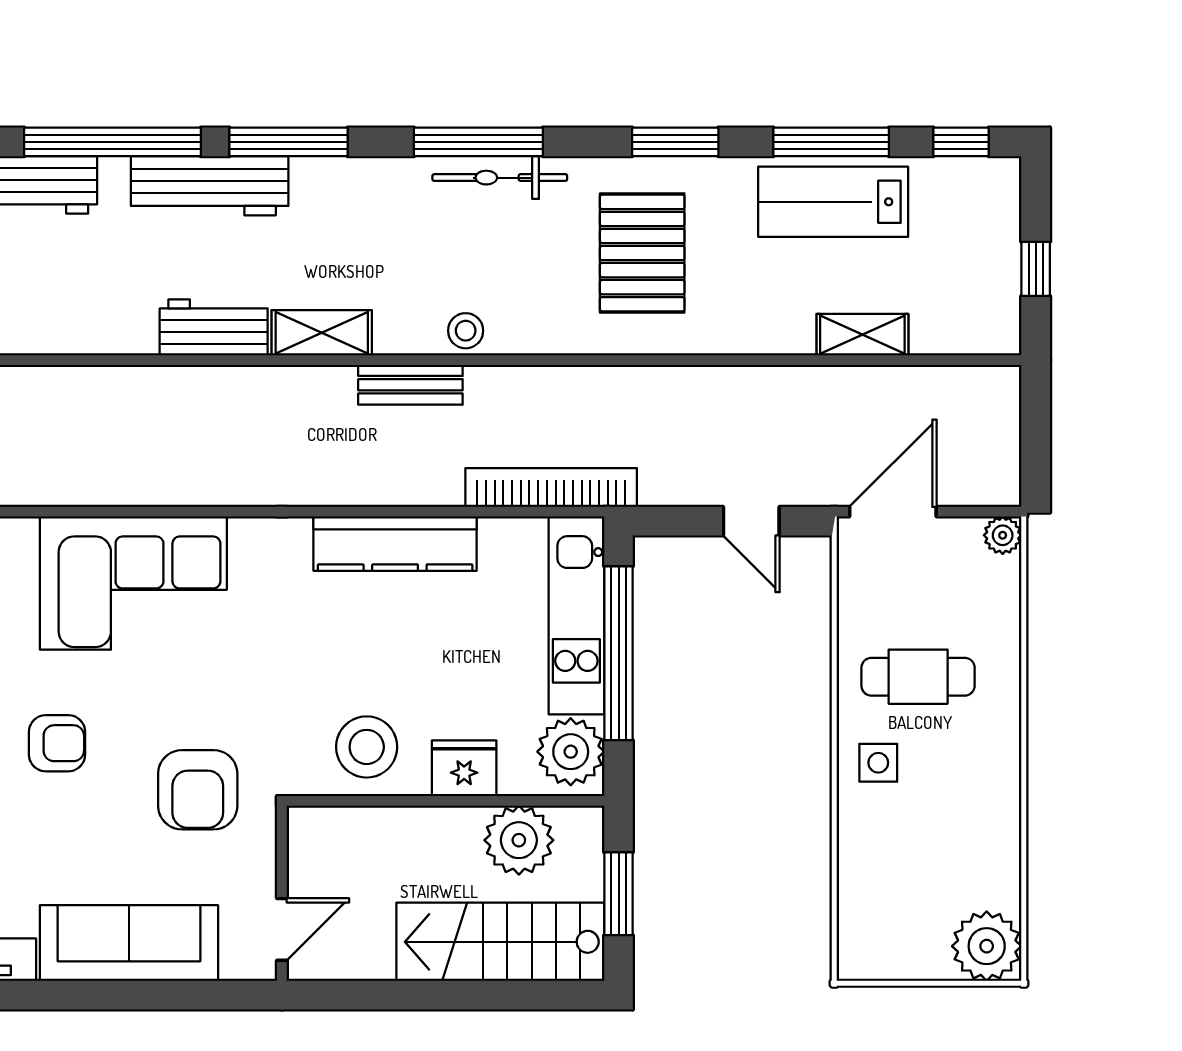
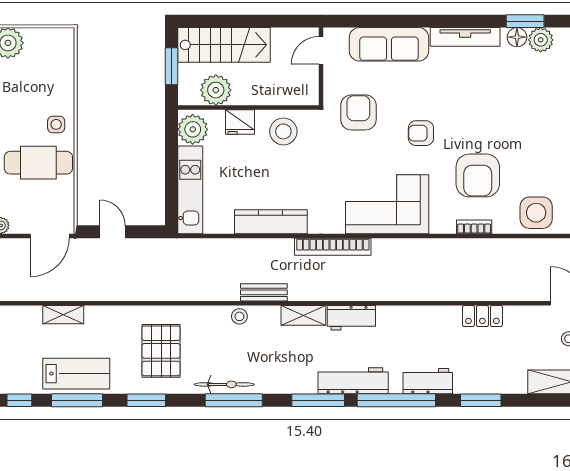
bookcase: (551, 487) -> (333, 247), moved
window: (619, 653) -> (172, 173), removed
cafe table: (918, 677) -> (38, 163), width x1.37, depth x1.35

